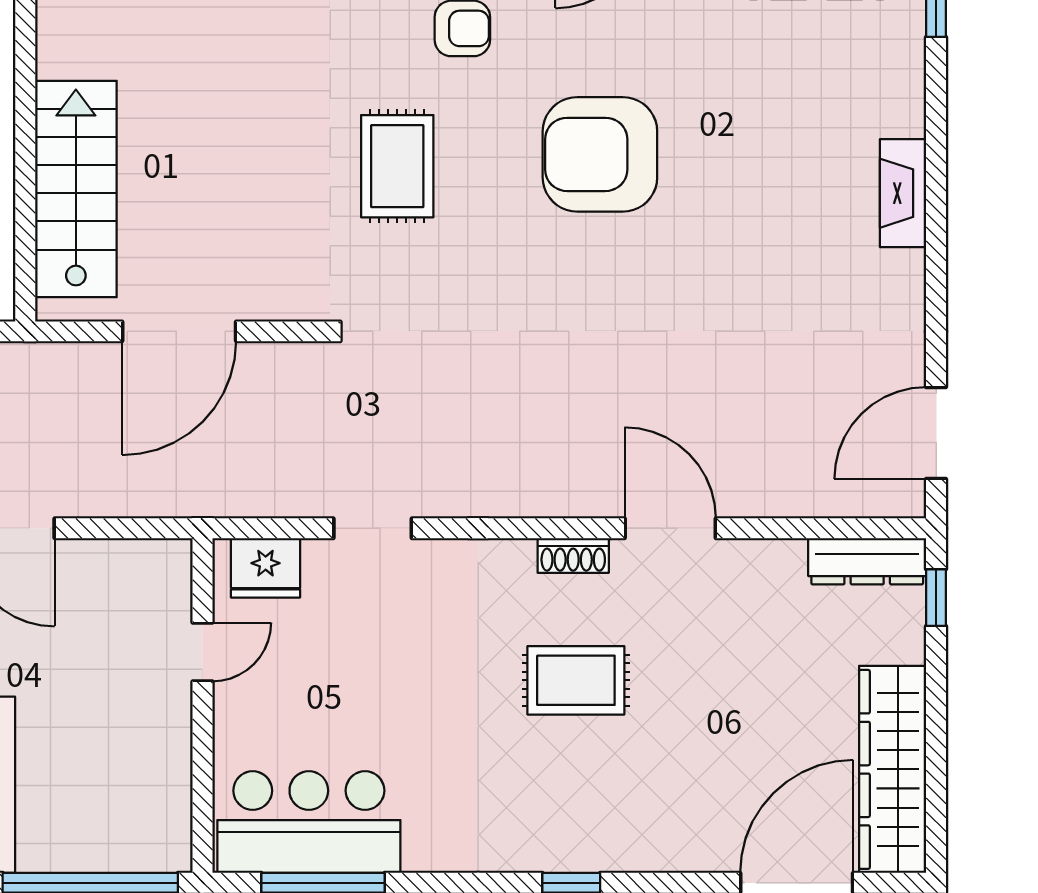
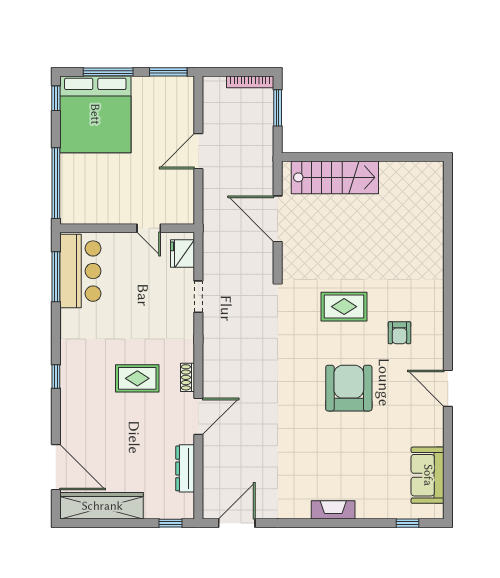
door: (936, 433) -> (237, 523), hinge flipped
dresser: (867, 561) -> (185, 468), moved
rug: (576, 680) -> (137, 378), turned 90

